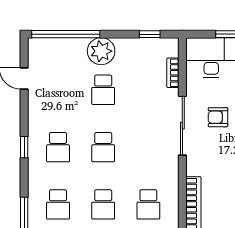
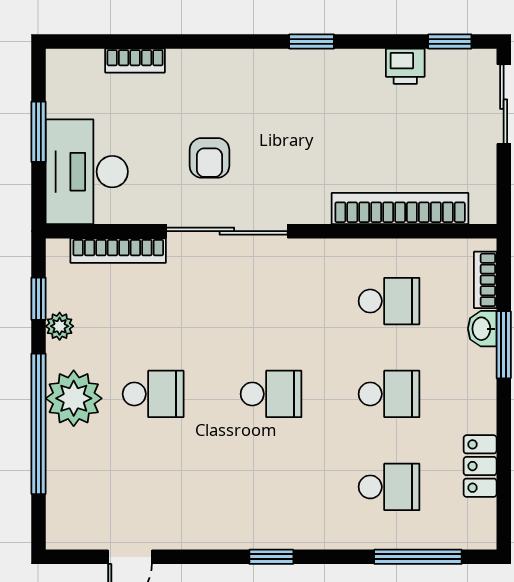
window: (66, 34) -> (38, 424), moved
plant: (136, 44) -> (60, 326), added
bookcase: (173, 73) -> (118, 251), width x1.56
school desk: (58, 147) -> (271, 487), removed

